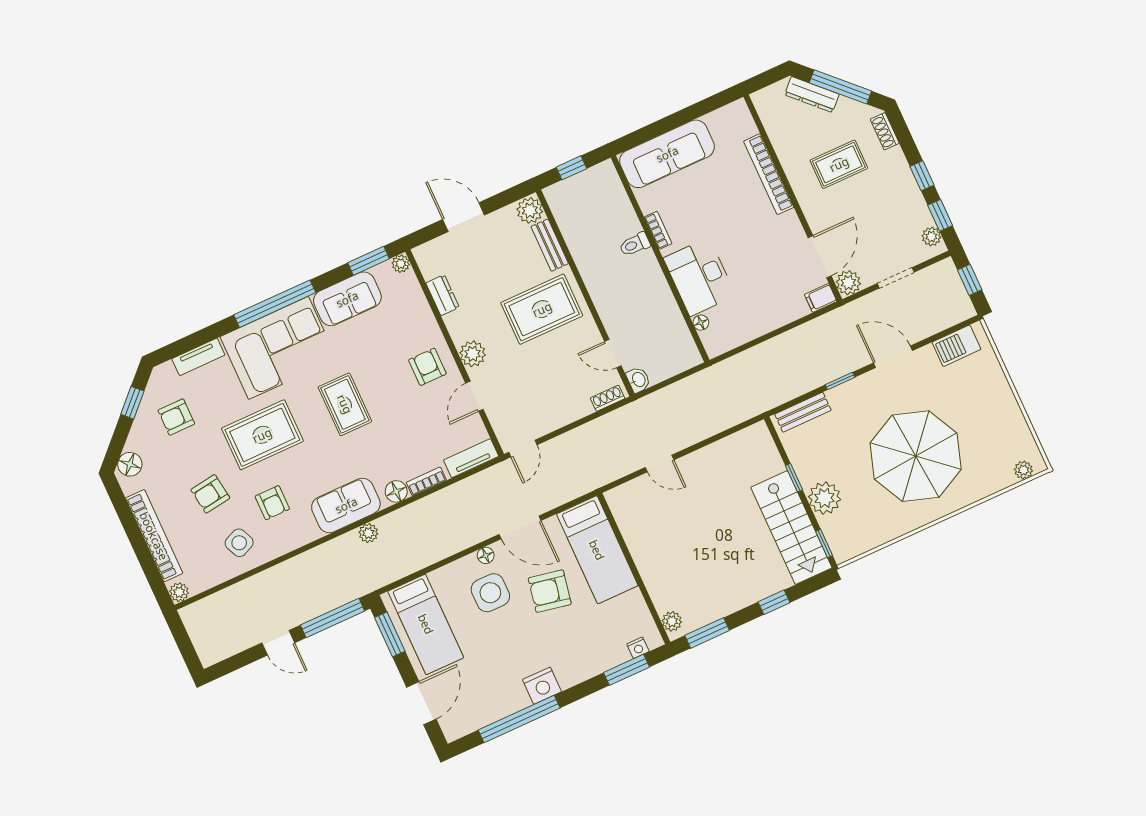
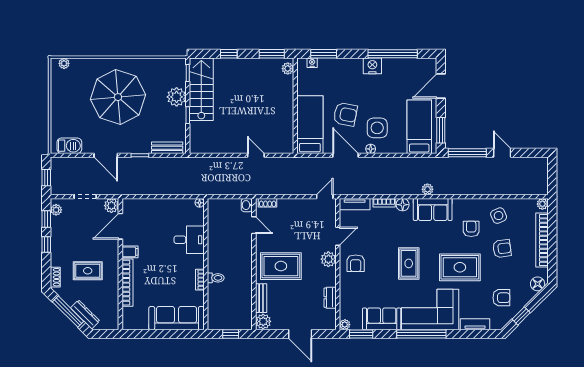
desk: (700, 277) -> (189, 240), width x0.73
filing cabinet: (821, 298) -> (130, 252), moved
floor lamp: (701, 323) -> (200, 203), moved

